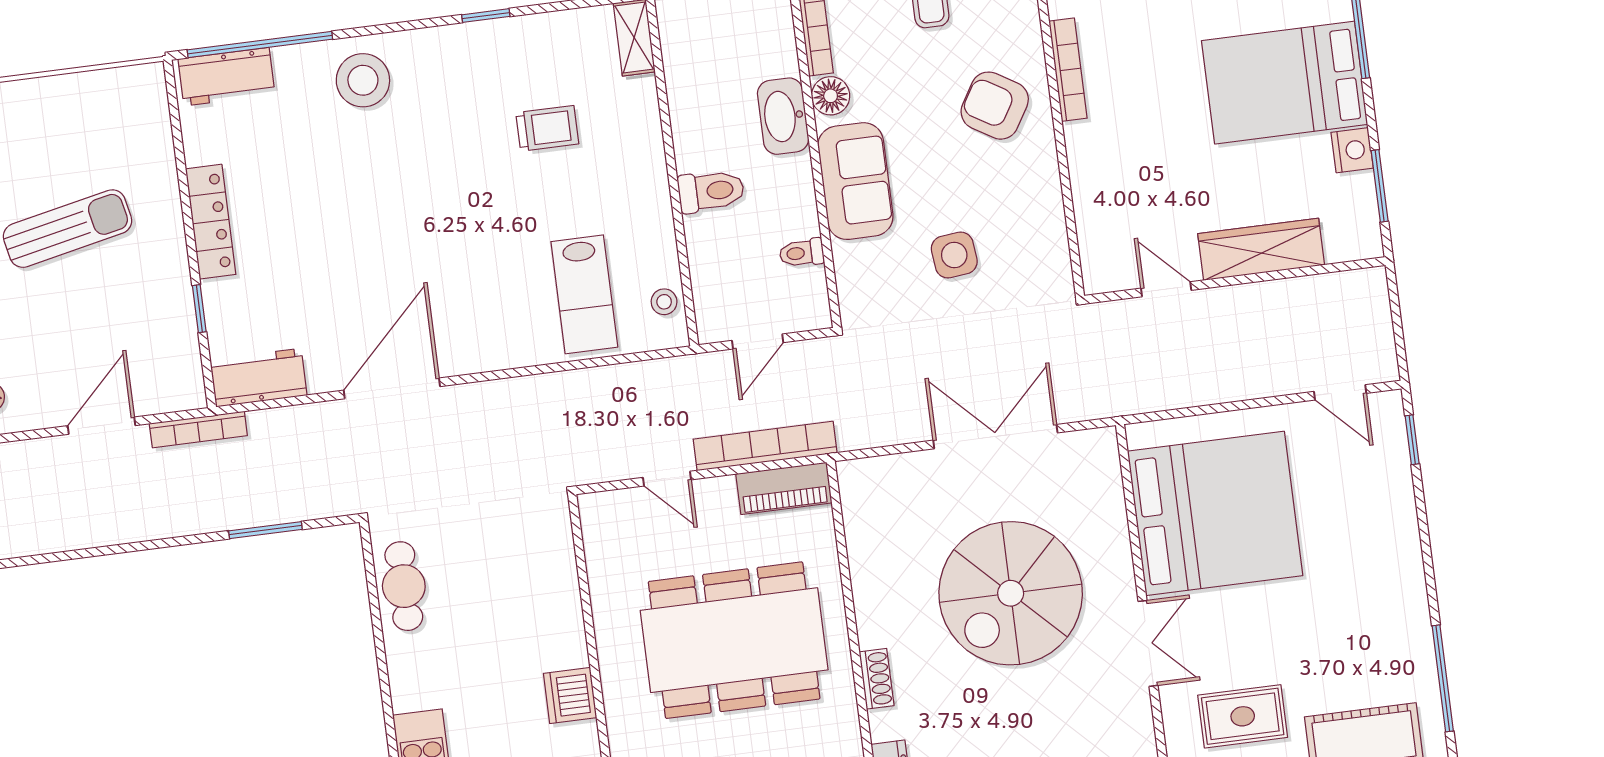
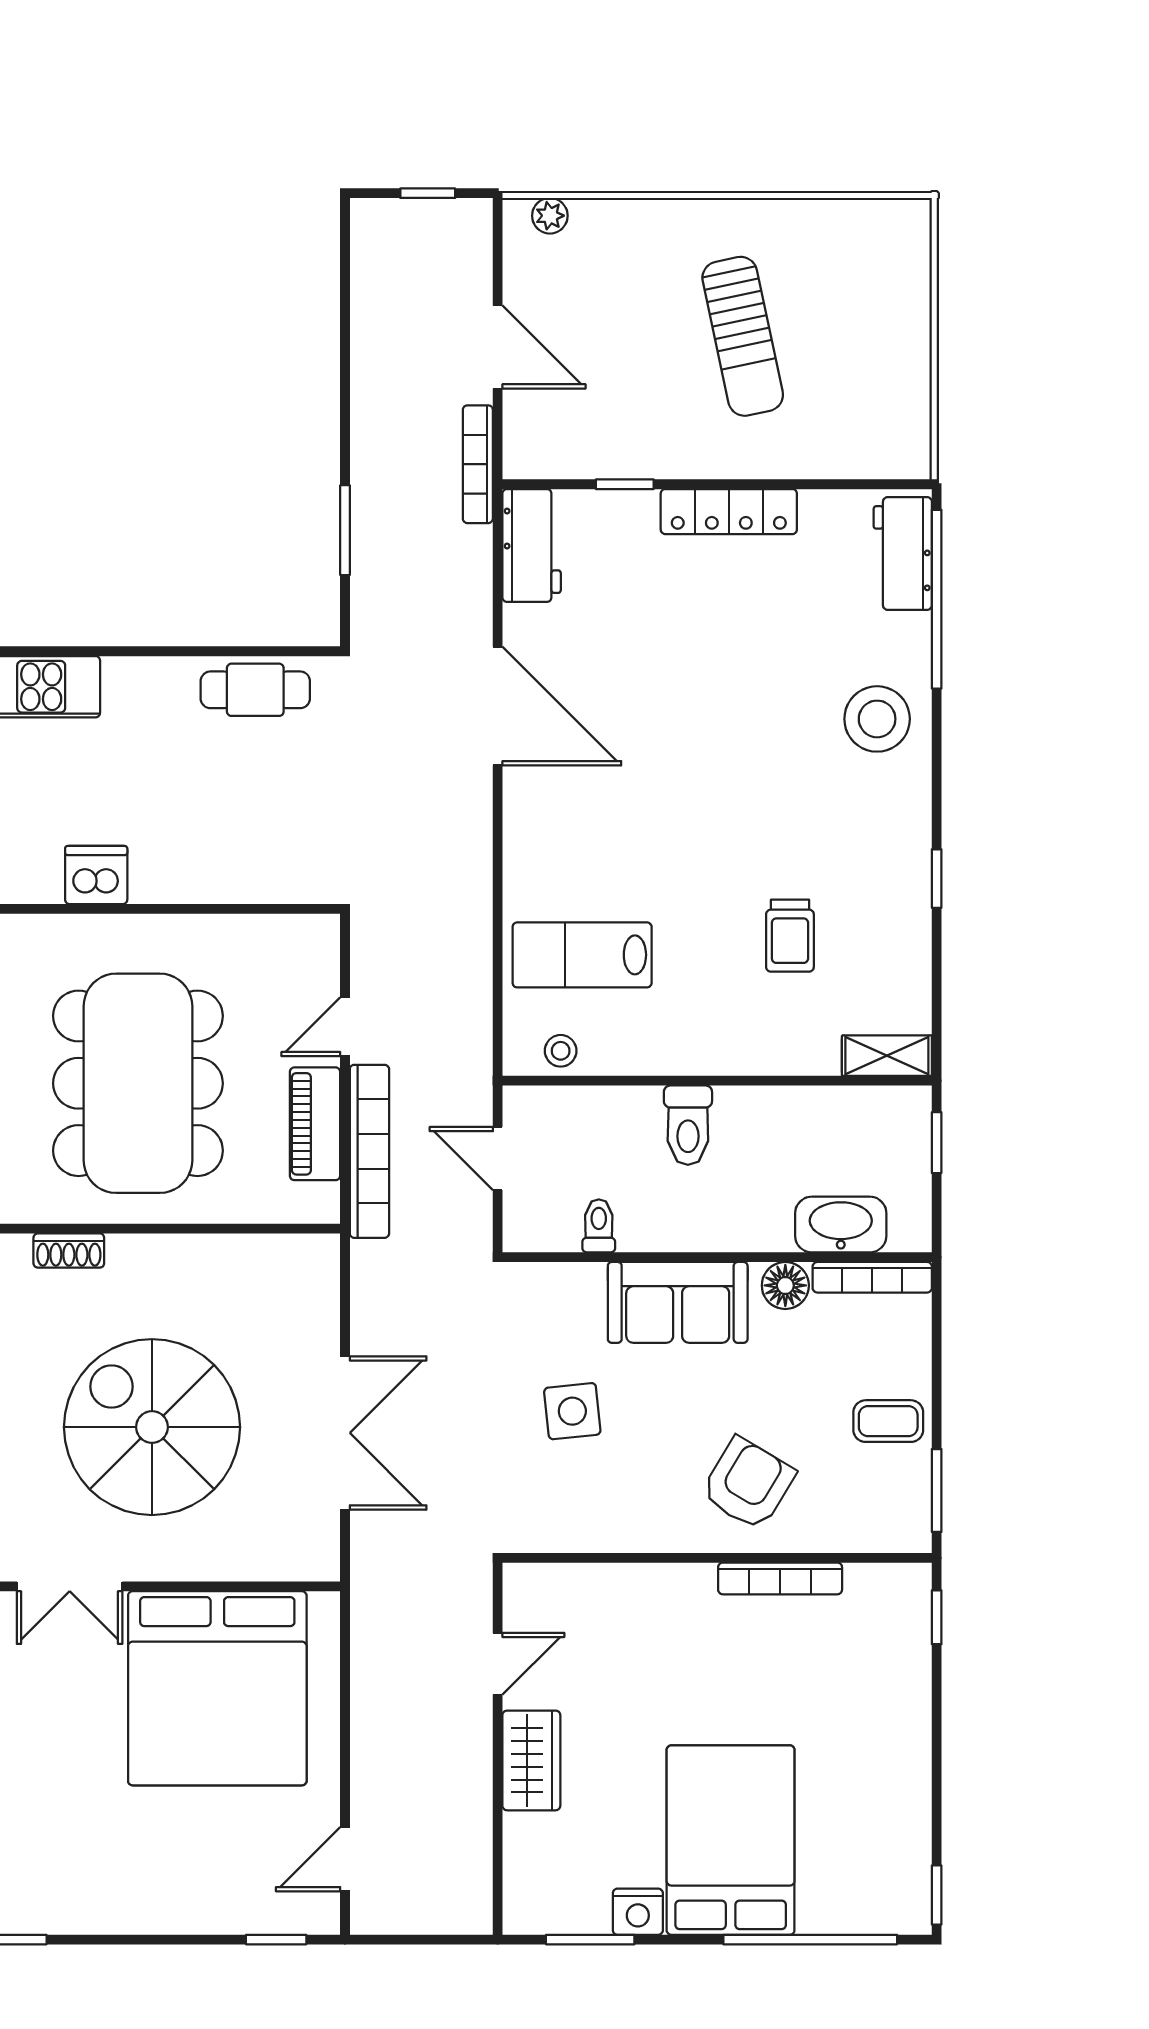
washbasin: (783, 116) -> (841, 1225), moved
wardrobe: (1261, 249) -> (531, 1760), width x0.67
piano: (784, 488) -> (315, 1124), moved

